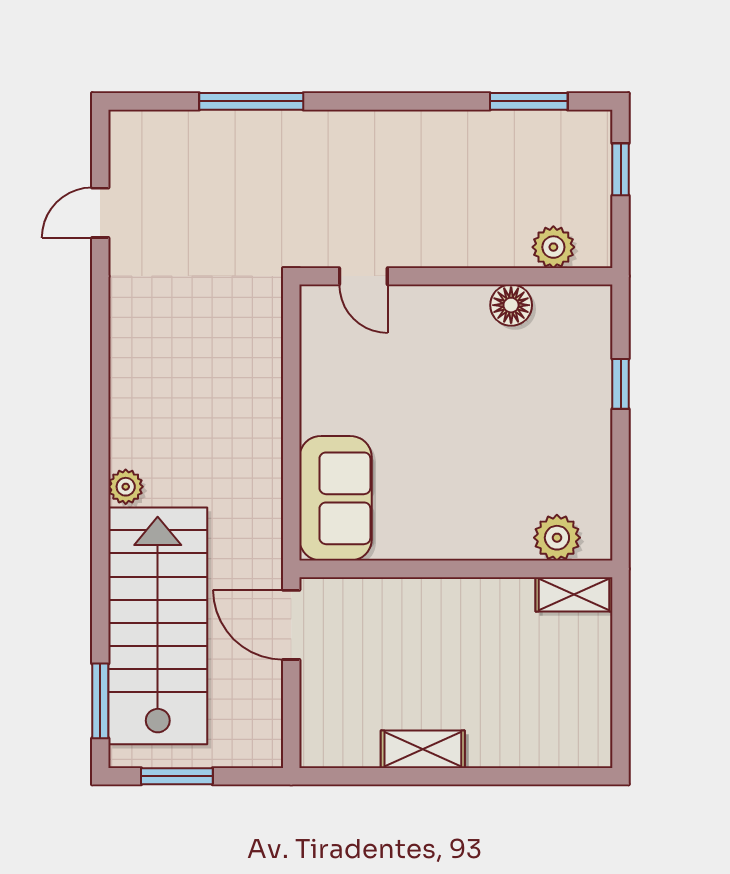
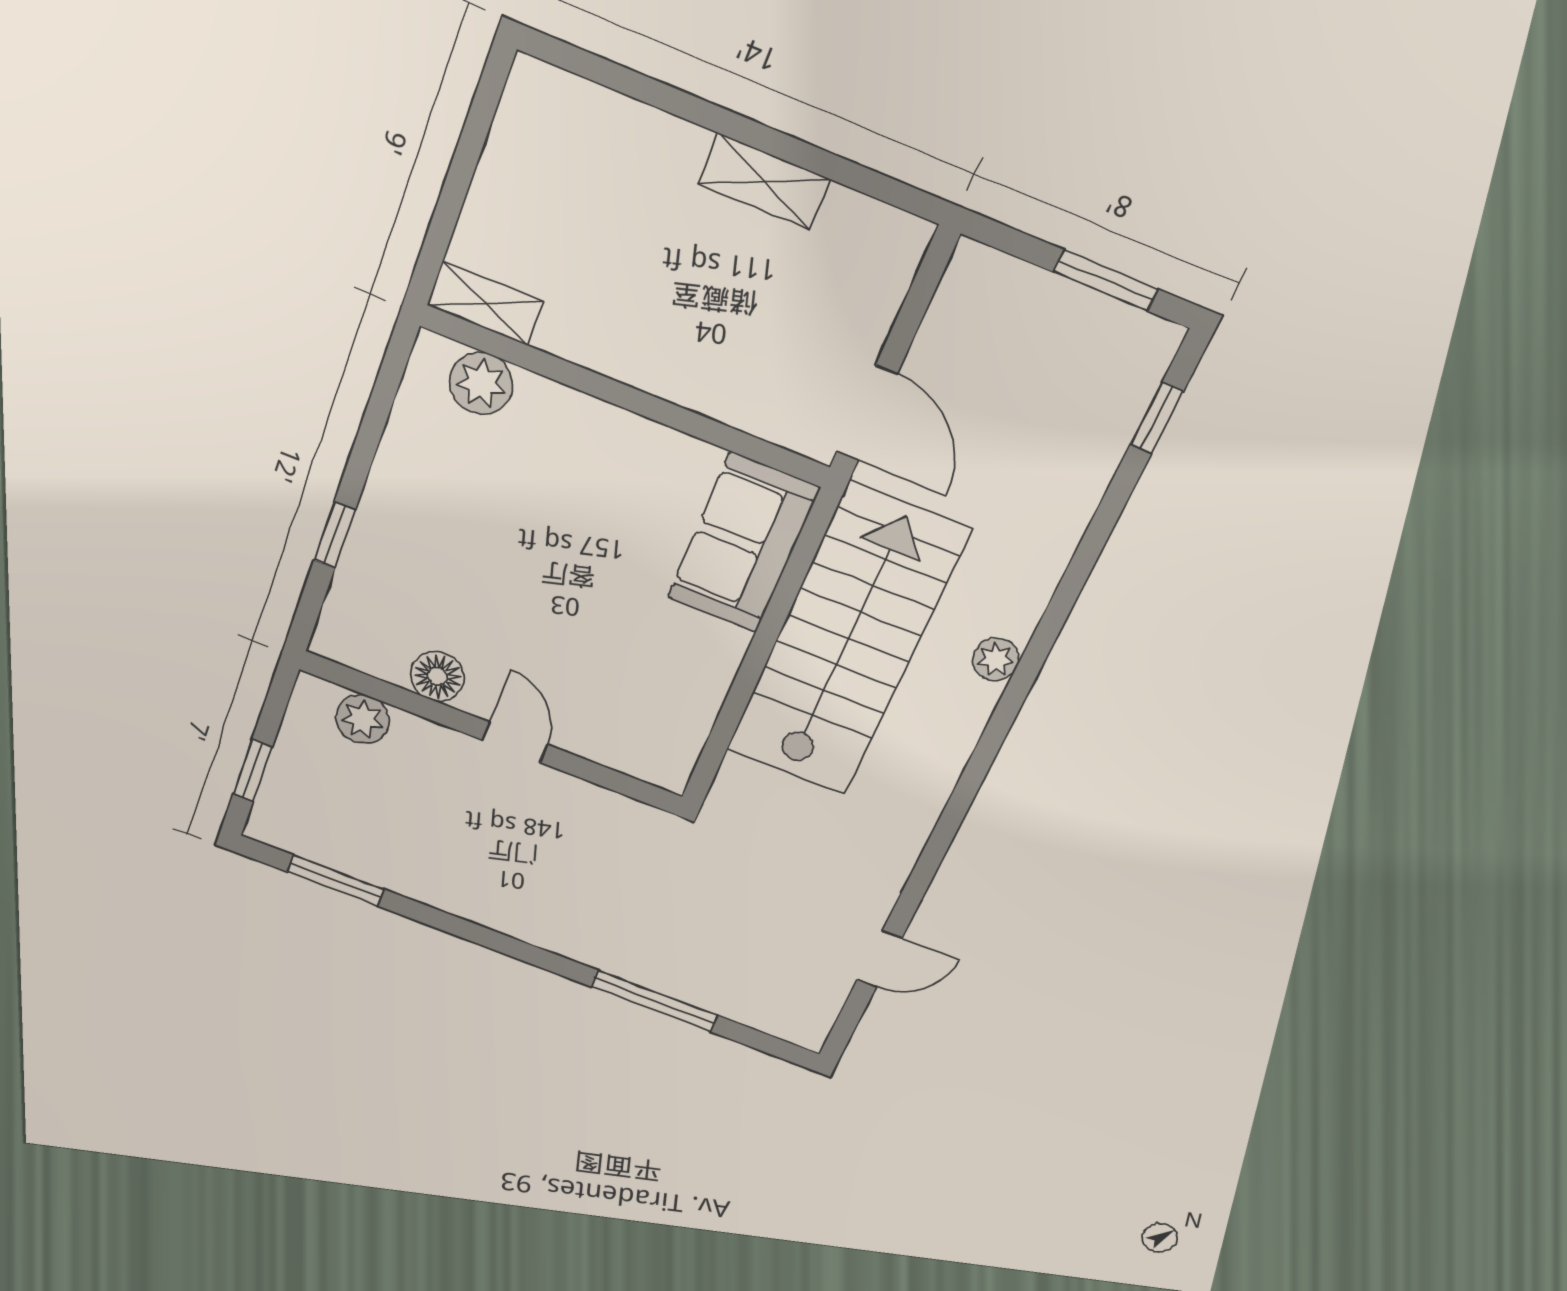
door: (363, 276) -> (515, 742), moved
stairs: (158, 626) -> (847, 642), moved, turned 180
window: (100, 701) -> (1157, 418), width x0.67

